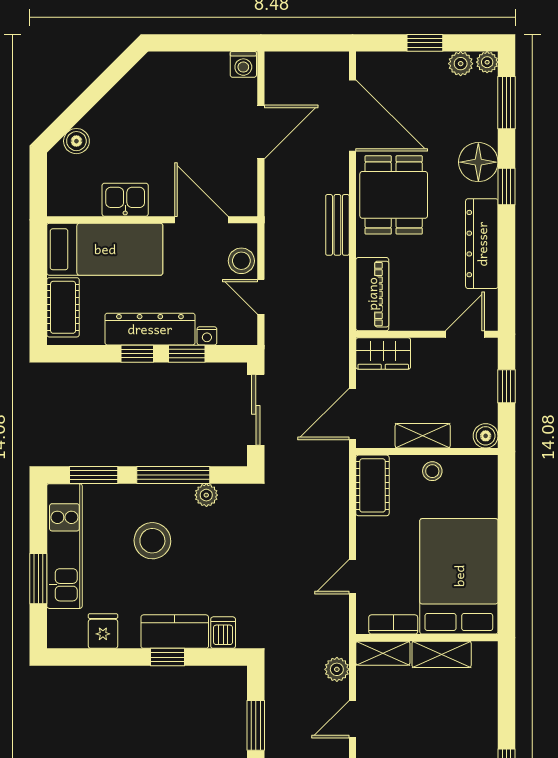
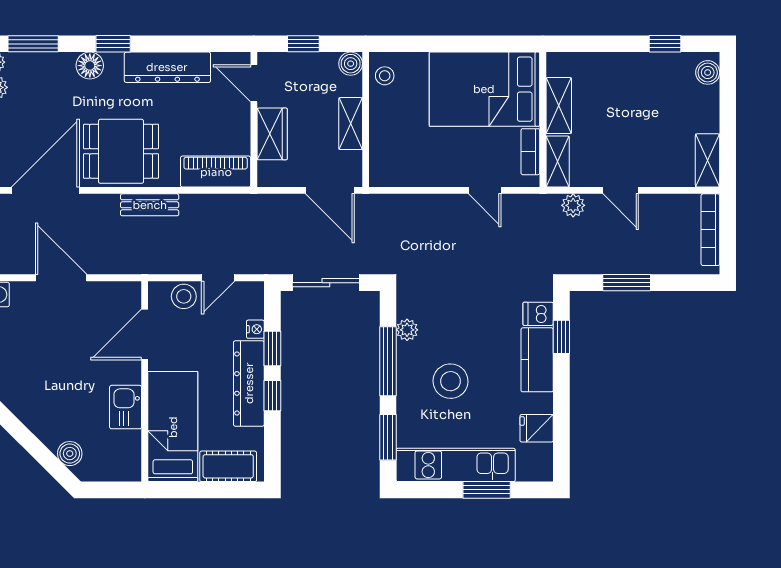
floor lamp: (478, 162) -> (90, 66), width x0.73, depth x0.73
wardrobe: (383, 353) -> (272, 134), moved
stool: (432, 471) -> (385, 76), moved
cot: (372, 485) -> (398, 171), removed
window: (168, 657) -> (561, 337), moved

